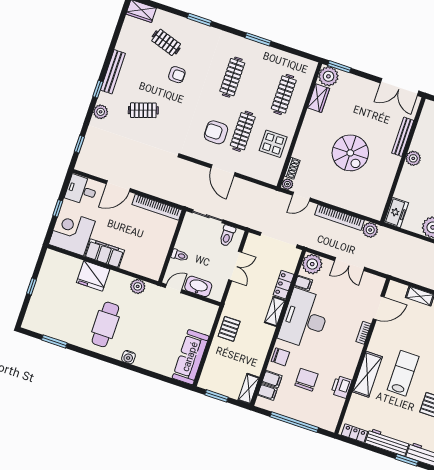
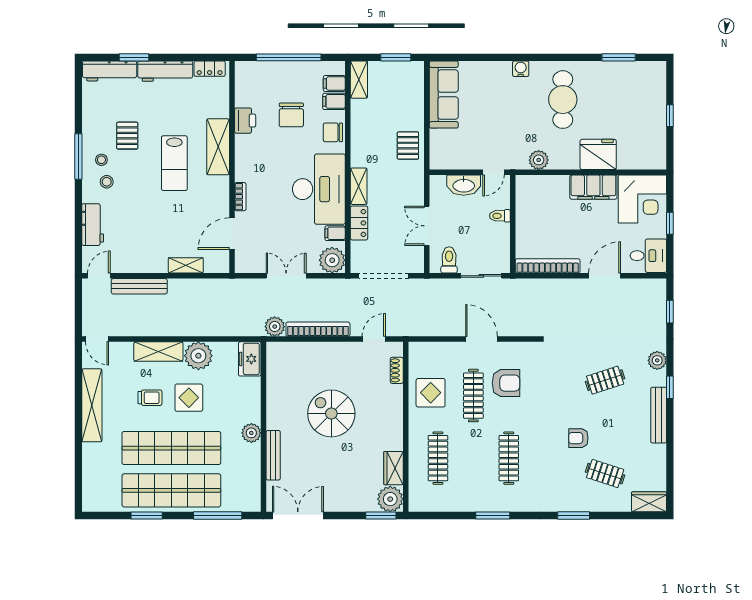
plant: (287, 184) -> (396, 349), removed

